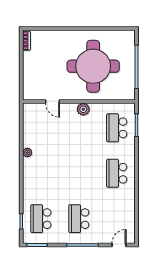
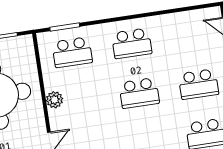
school desk: (79, 173) -> (139, 93), added

